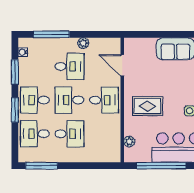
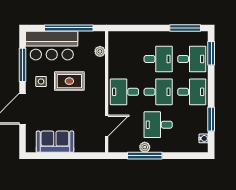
window: (51, 34) -> (145, 156), moved
door: (122, 65) -> (107, 126), hinge flipped
rug: (147, 106) -> (69, 81), moved
window: (15, 110) -> (211, 53), moved
desk: (69, 134) -> (158, 59), turned 180

